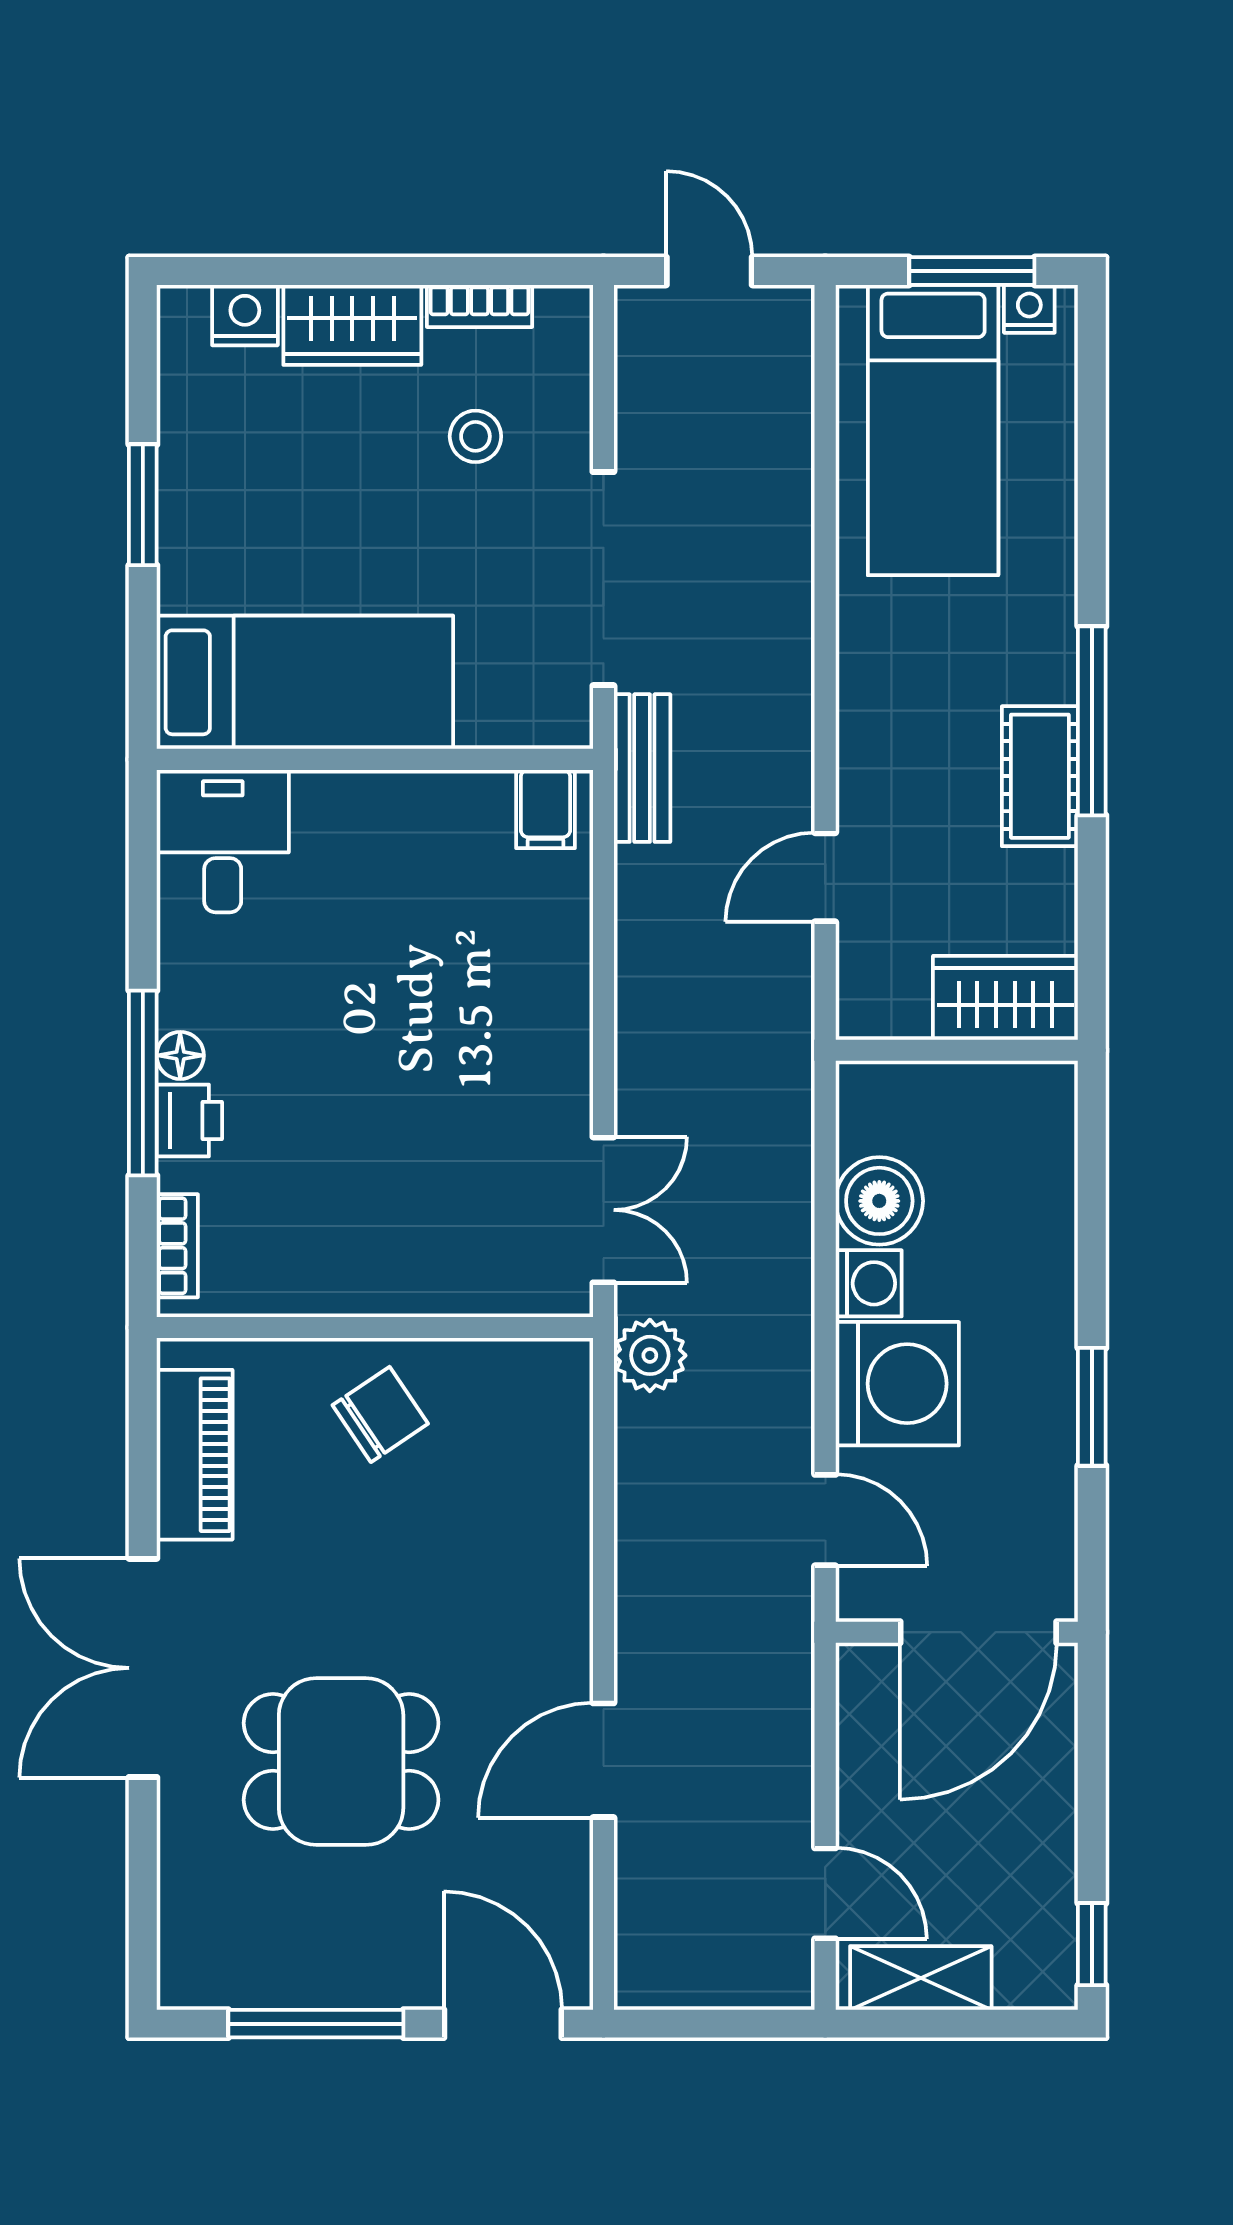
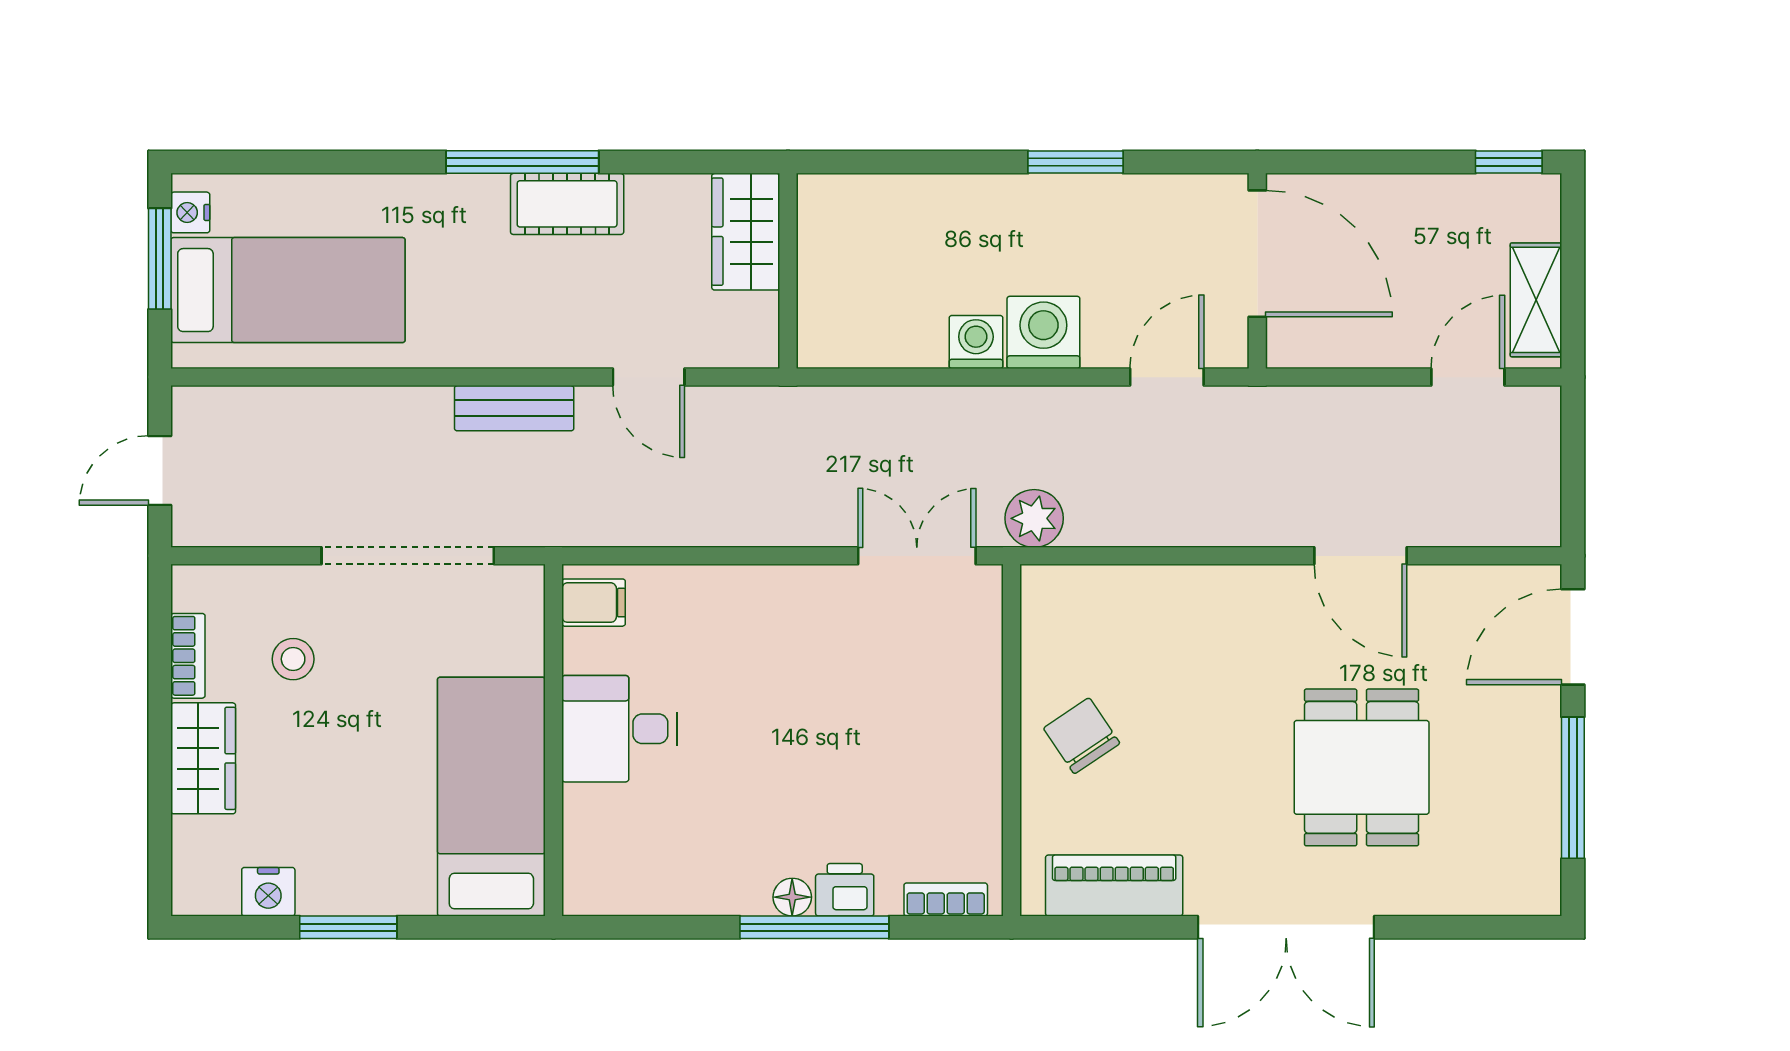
nightstand: (245, 315) -> (268, 892), moved, turned -90
bench: (642, 768) -> (514, 408), moved
desk: (223, 841) -> (619, 729), moved
boiler: (879, 1201) -> (910, 333), removed
washing machine: (897, 1384) -> (1043, 332), width x0.73, depth x0.73

